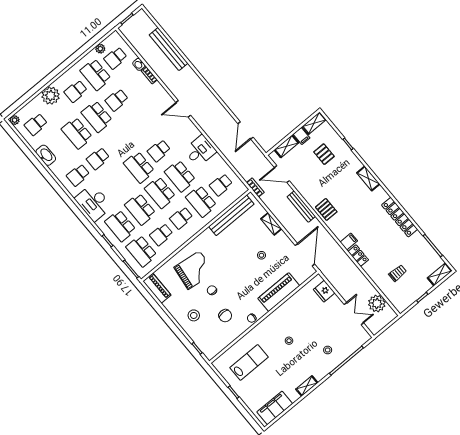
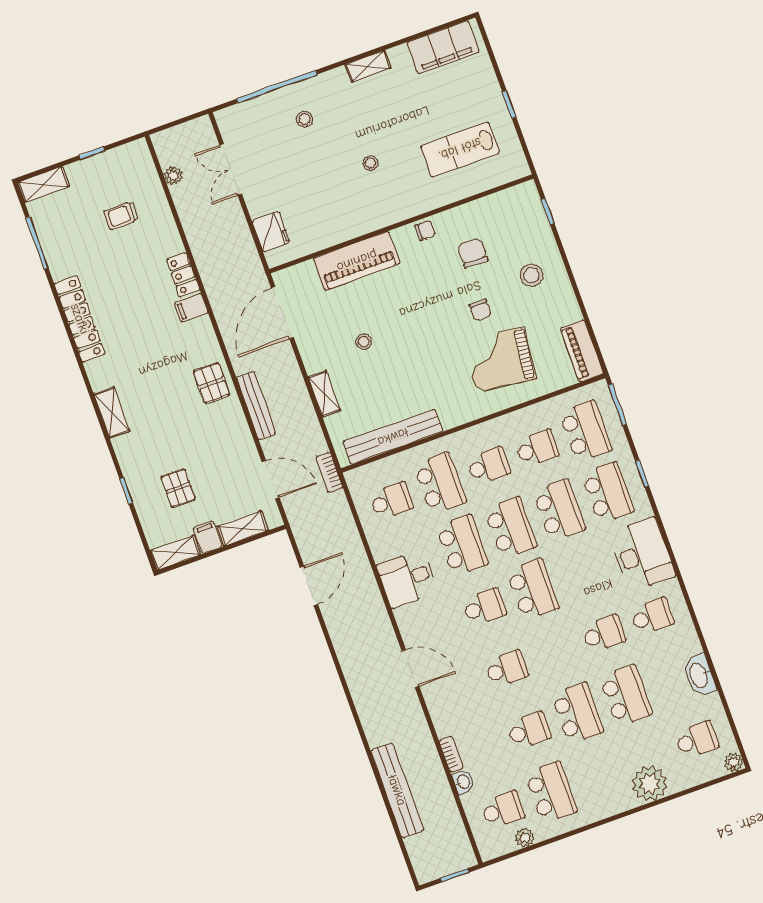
school desk: (76, 91) -> (507, 669), moved
plant: (377, 303) -> (173, 175), width x0.53, depth x0.53

